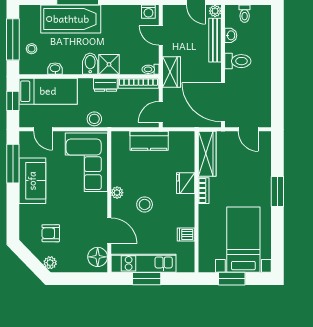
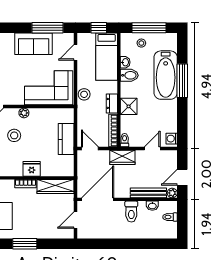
bidet: (90, 64) -> (129, 75), moved

